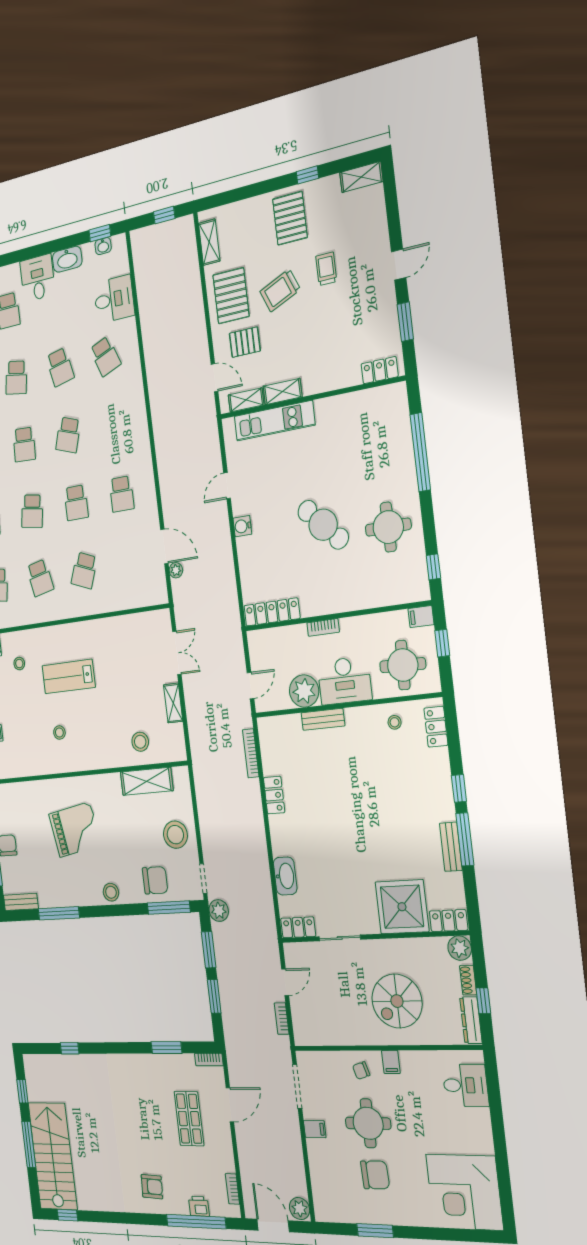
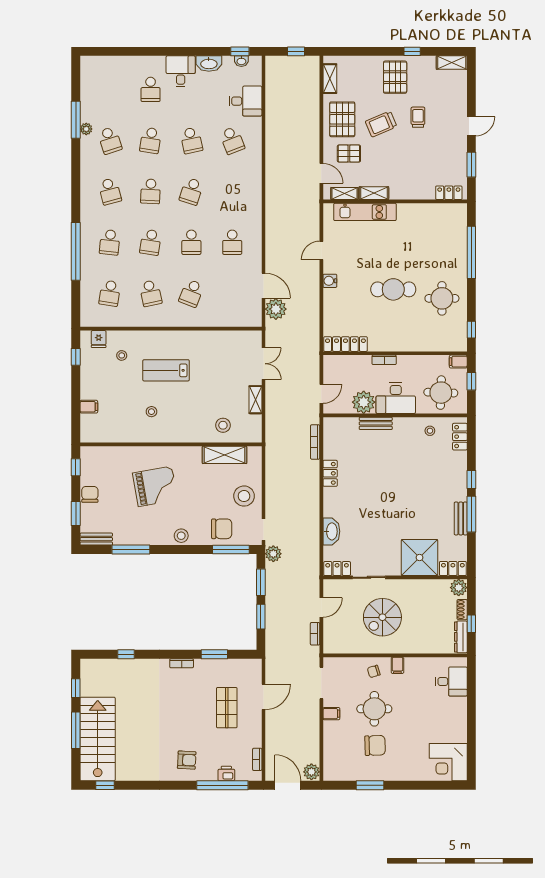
cafe table: (323, 525) -> (393, 289), turned -46
plant: (176, 570) -> (276, 309), width x1.88, depth x1.88
spiral stairs: (397, 1001) -> (382, 617), moved
bookcase: (209, 1060) -> (182, 663), moved
corner desk: (464, 1192) -> (448, 762), width x0.74, depth x0.74

